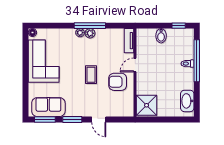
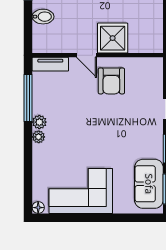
window: (90, 26) -> (28, 98), moved
coffee table: (91, 75) -> (101, 121), removed
shower: (147, 105) -> (113, 38), moved

